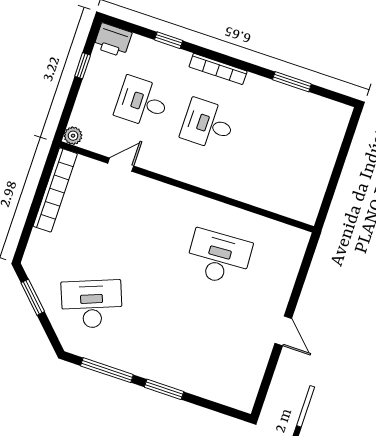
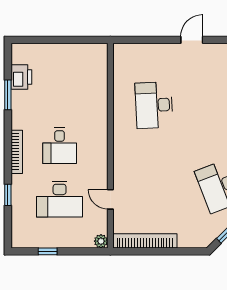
printer: (113, 40) -> (21, 77), moved
desk: (142, 102) -> (60, 199), width x1.37

